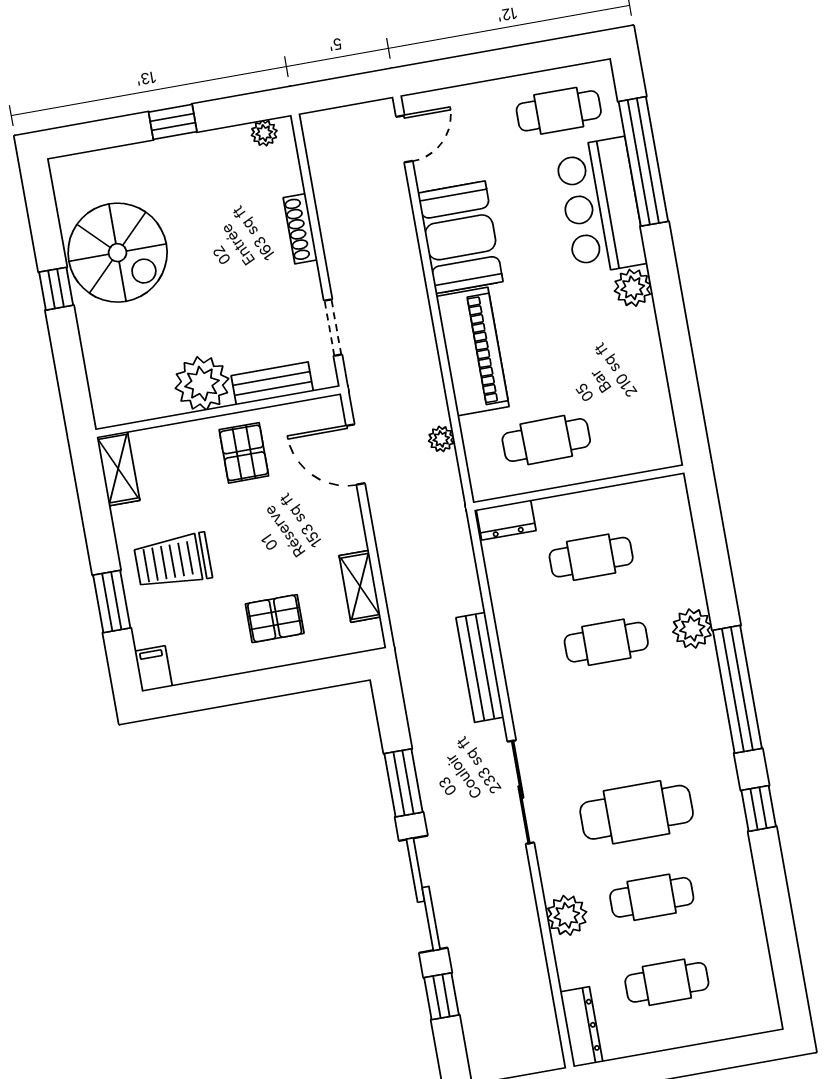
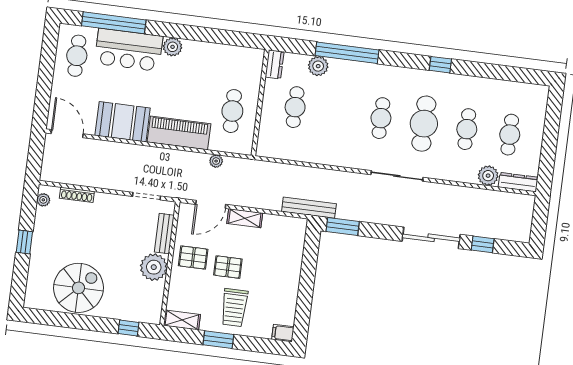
door: (404, 139) -> (67, 134), width x1.38
shoe rack: (300, 229) -> (77, 195), moved
window: (56, 289) -> (128, 328), moved
dresser: (506, 520) -> (275, 64), moved
shelving: (360, 586) -> (245, 218), moved
window: (112, 602) -> (218, 340), moved
pallet: (275, 619) -> (228, 267), moved, turned 90
plant: (692, 629) -> (318, 66), moved
cafe table: (606, 642) -> (381, 118), moved
bench: (480, 667) -> (309, 208), moved
window: (737, 689) -> (347, 53), moved
window: (403, 783) -> (343, 227), moved
plant: (567, 915) -> (488, 176), moved

